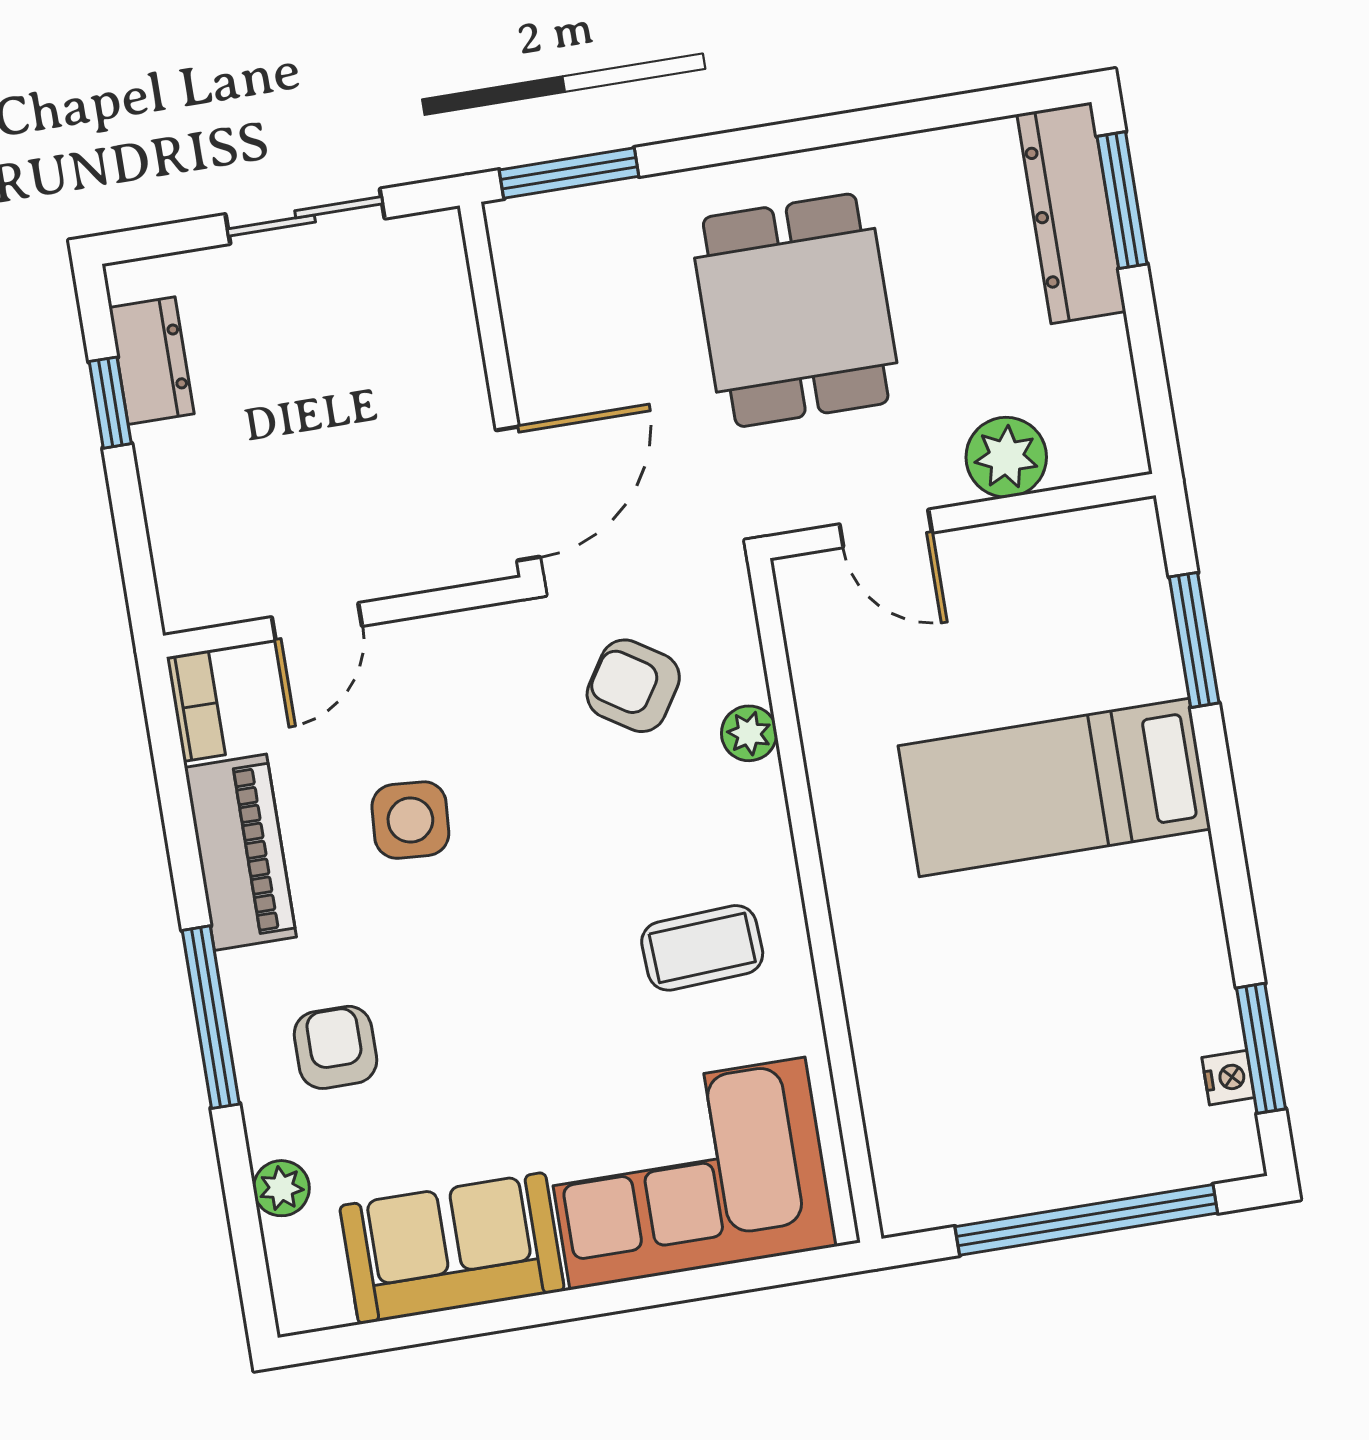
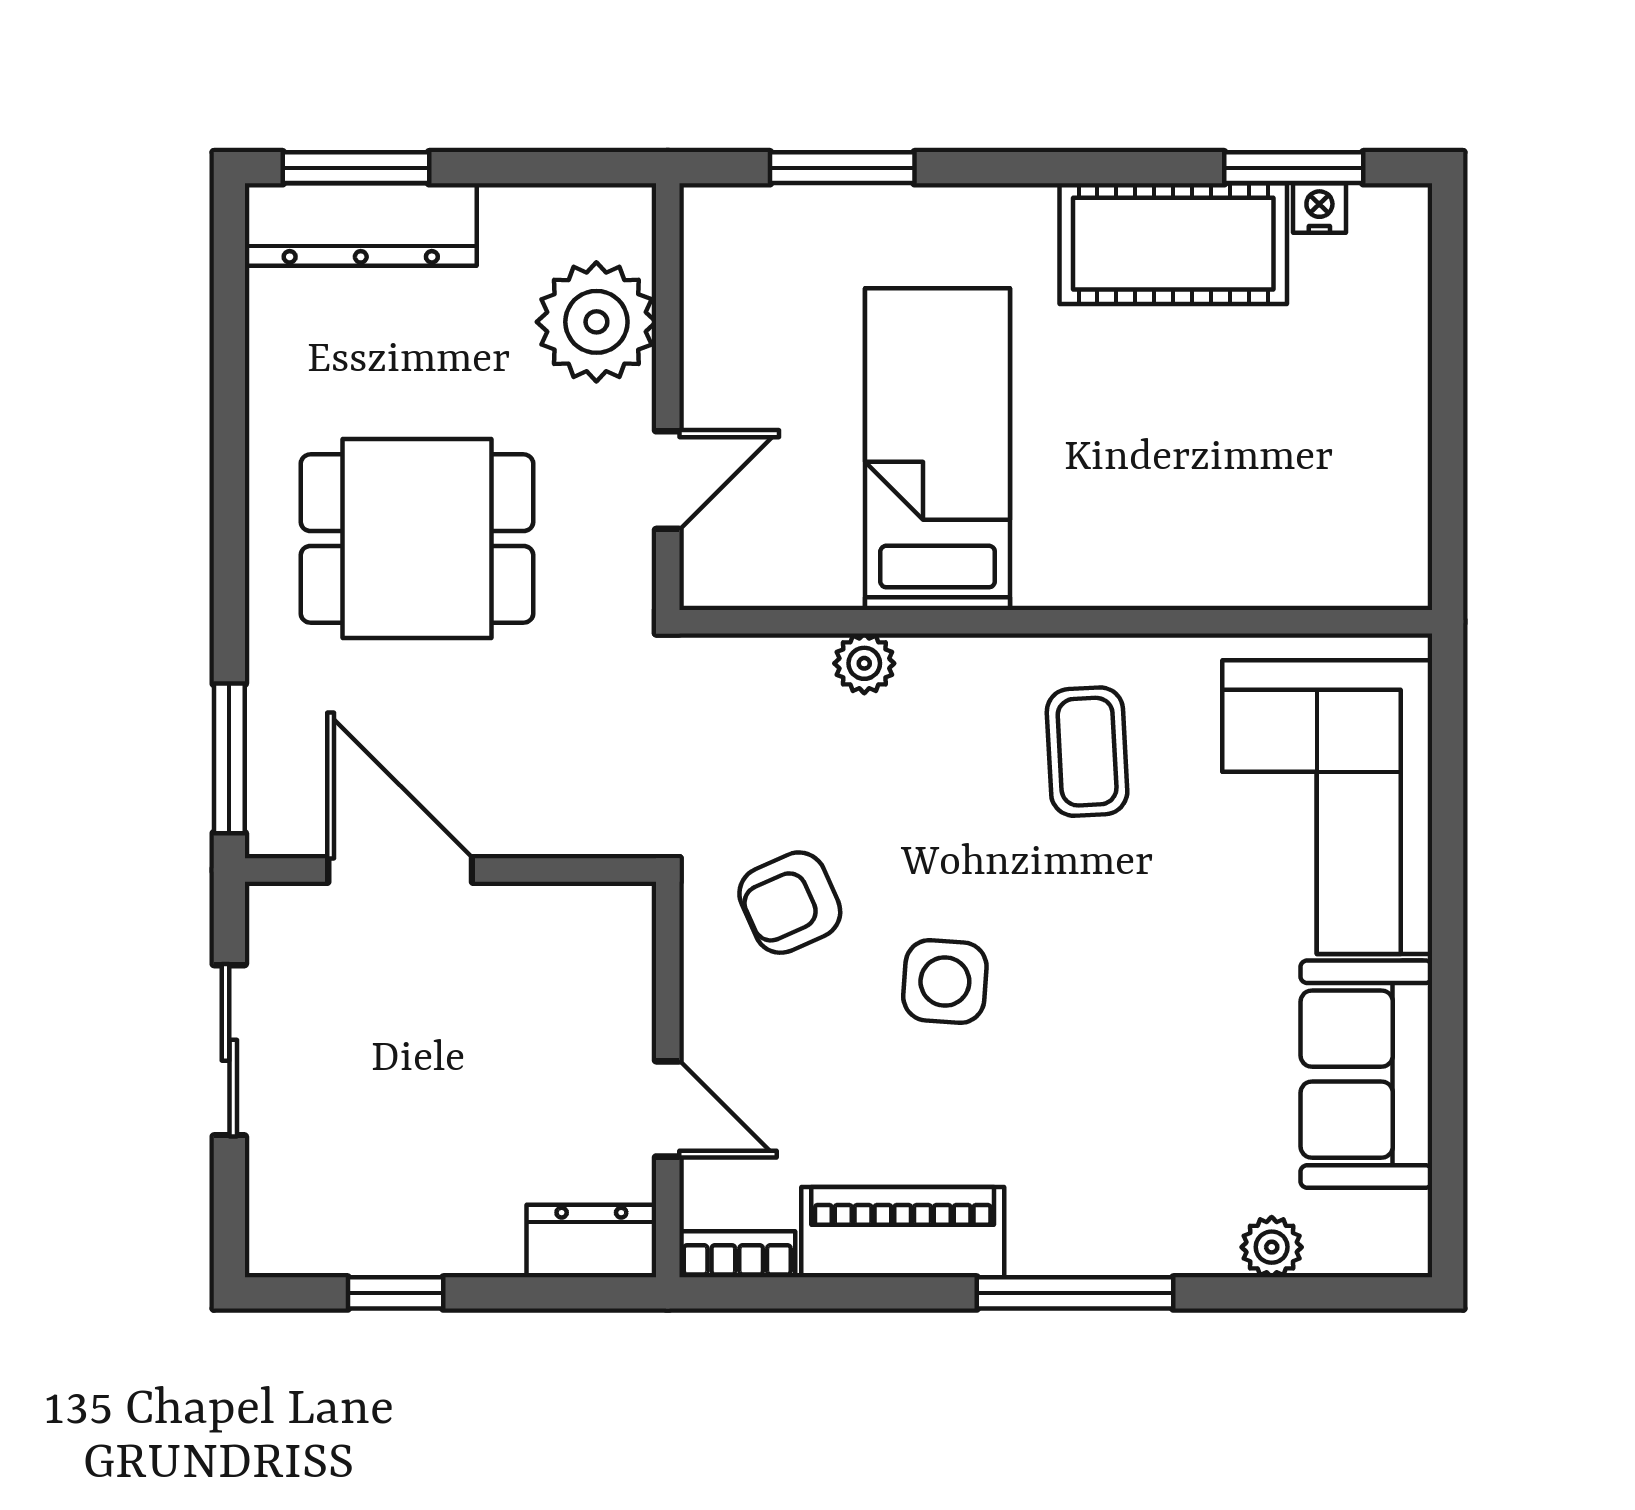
dresser: (152, 361) -> (591, 1241), moved
plant: (1006, 457) -> (596, 322), width x1.36, depth x1.36
door: (518, 493) -> (400, 870), moved
armchair: (633, 686) -> (790, 903), moved, turned 33
bed: (1054, 787) -> (938, 449), moved, turned 180
side table: (410, 820) -> (945, 982), moved
cot: (1174, 951) -> (1173, 244), added
armchair: (335, 1047) -> (1130, 1164), removed
window: (1086, 1220) -> (1448, 386), removed

